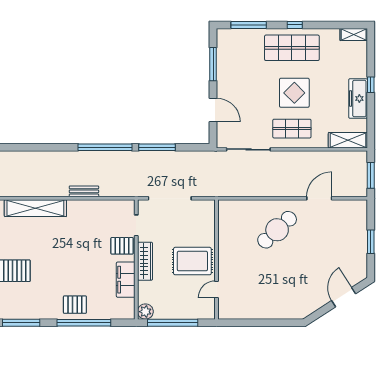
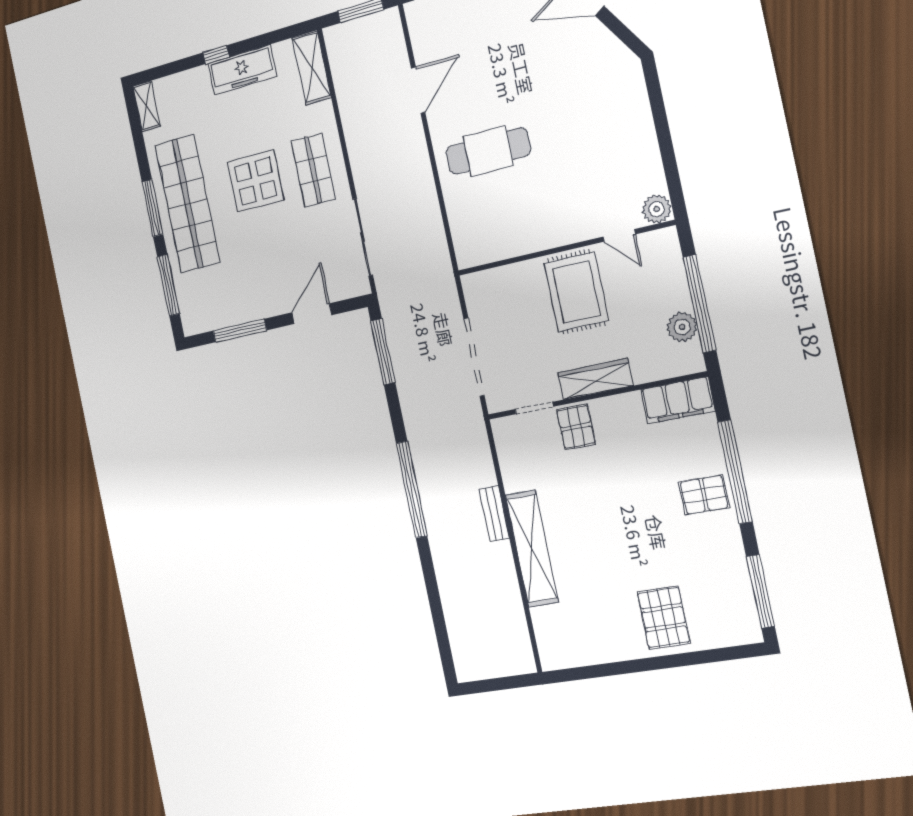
window: (295, 25) -> (153, 208), width x2.17
shop shelf: (292, 48) -> (188, 204), width x1.40
window: (157, 147) -> (383, 352), moved
door: (319, 198) -> (418, 90), swing flipped
shelving: (35, 208) -> (532, 549), moved
cafe table: (277, 230) -> (488, 151), turned -47
filing cabinet: (126, 280) -> (678, 400), moved
pallet: (75, 305) -> (704, 495), turned 90
plant: (225, 311) -> (657, 209), added
plant: (145, 312) -> (682, 327), moved

